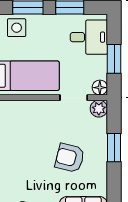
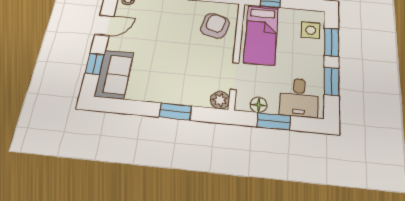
floor lamp: (100, 88) -> (259, 105), moved
armchair: (70, 158) -> (215, 26), moved

